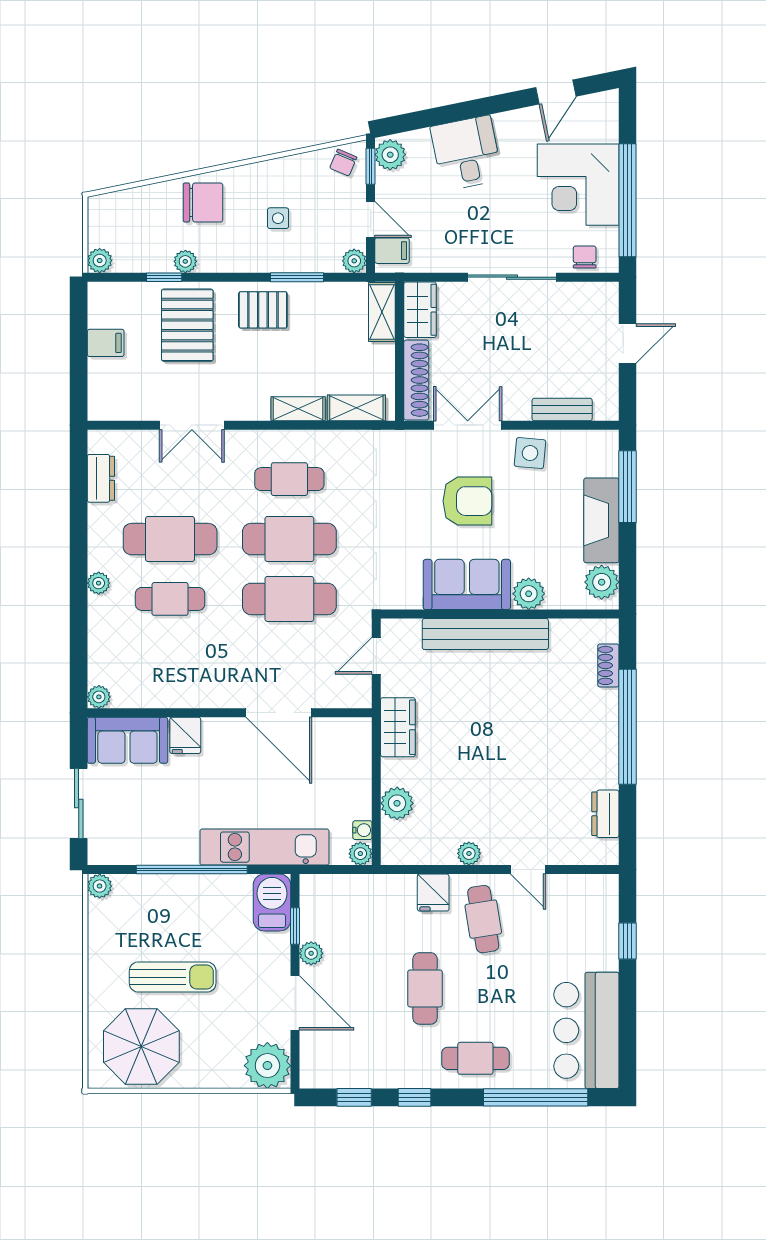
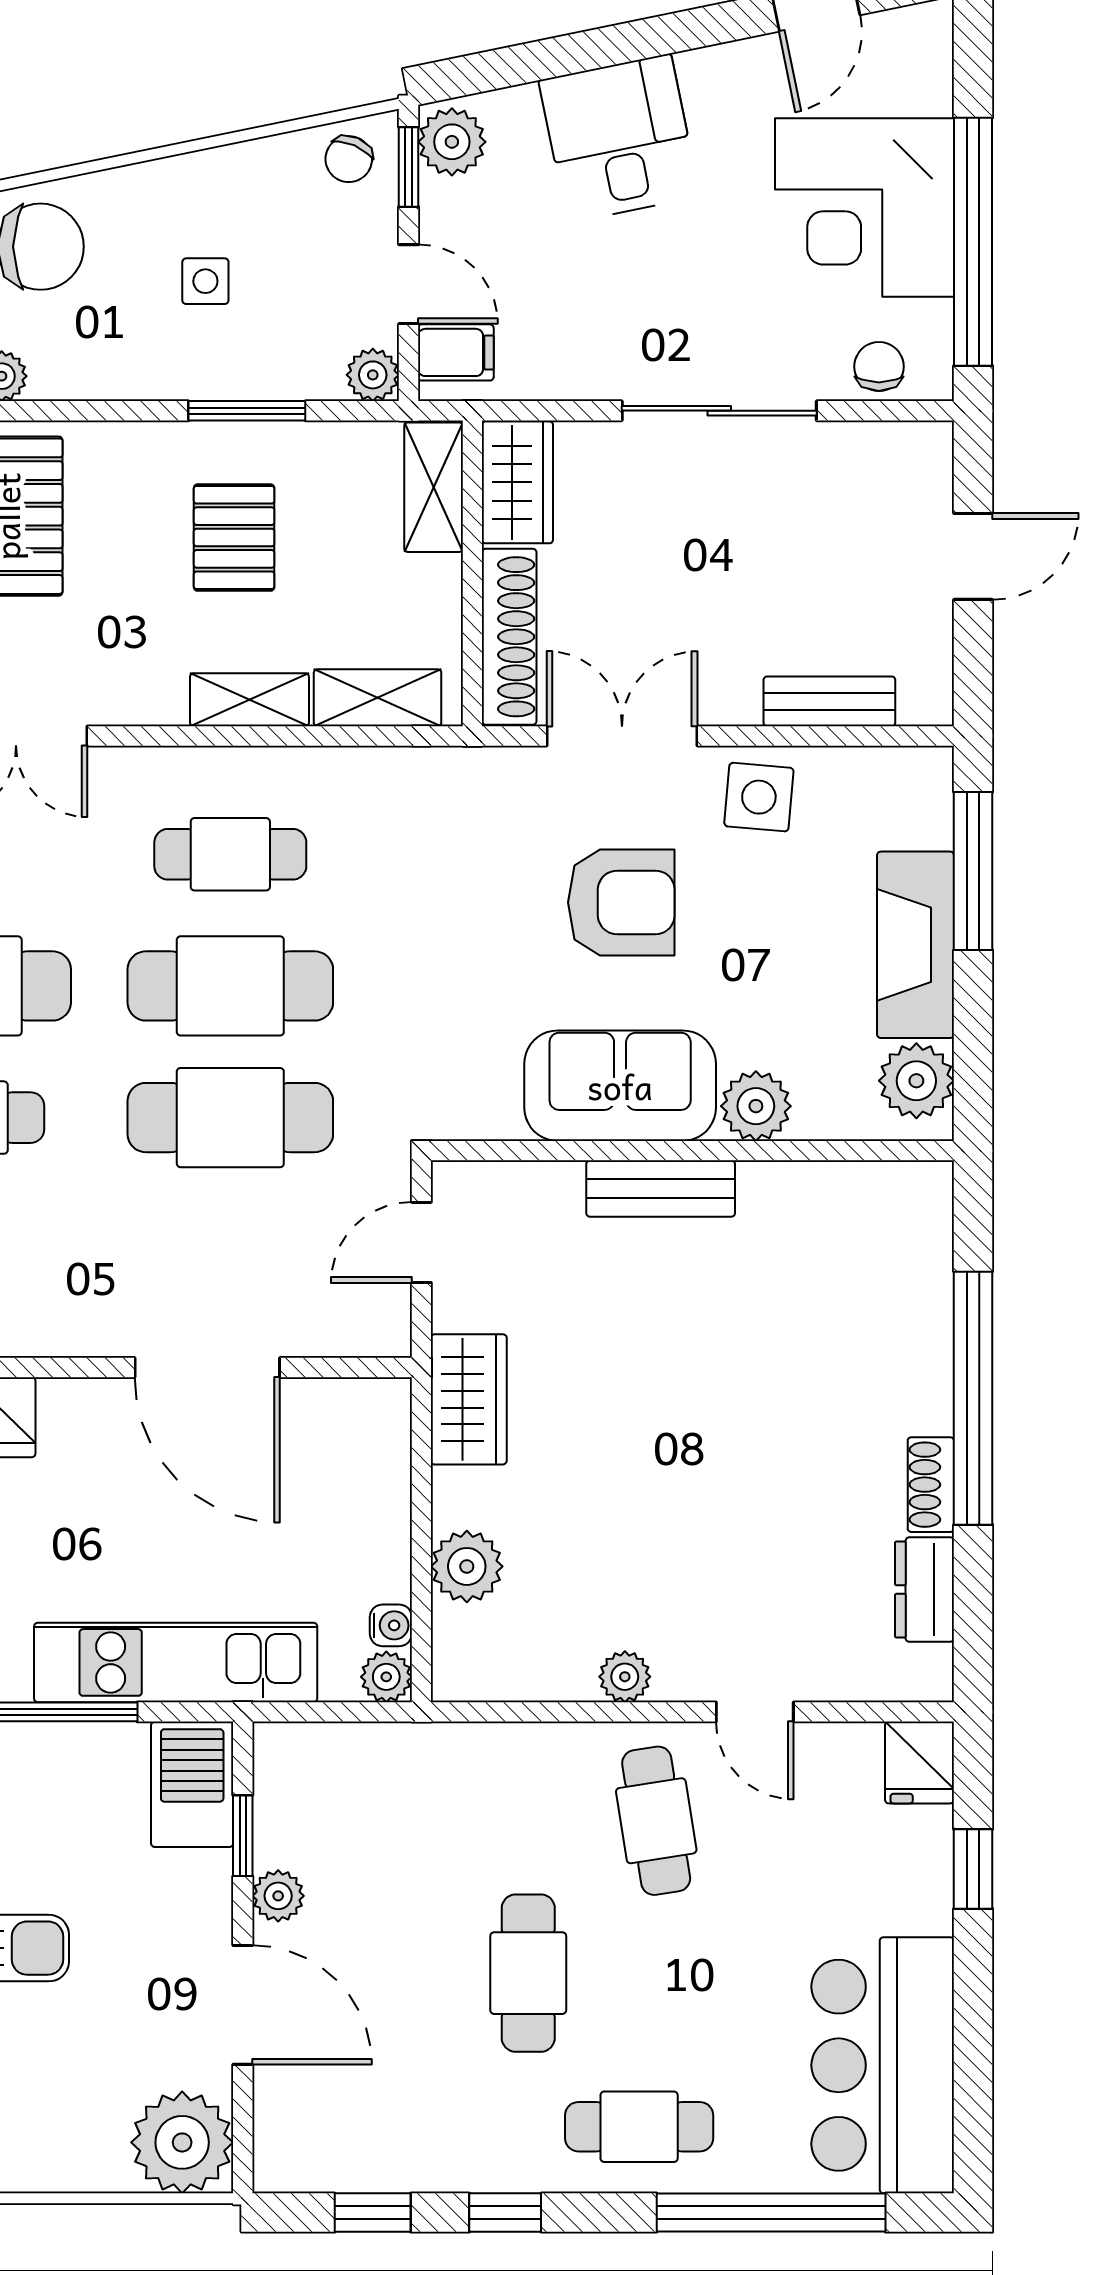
pallet: (263, 310) -> (234, 538), moved, turned 90
bench: (485, 634) -> (661, 1189), width x0.54, depth x0.82
shoe rack: (608, 665) -> (931, 1485), moved
fridge: (433, 893) -> (919, 1762), moved

